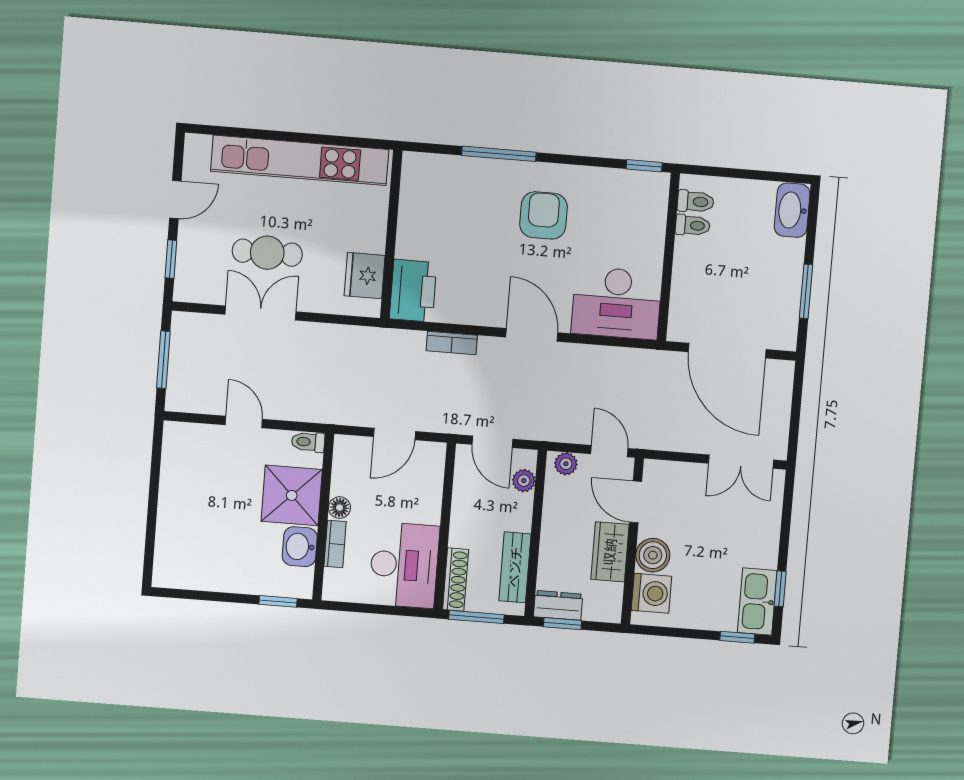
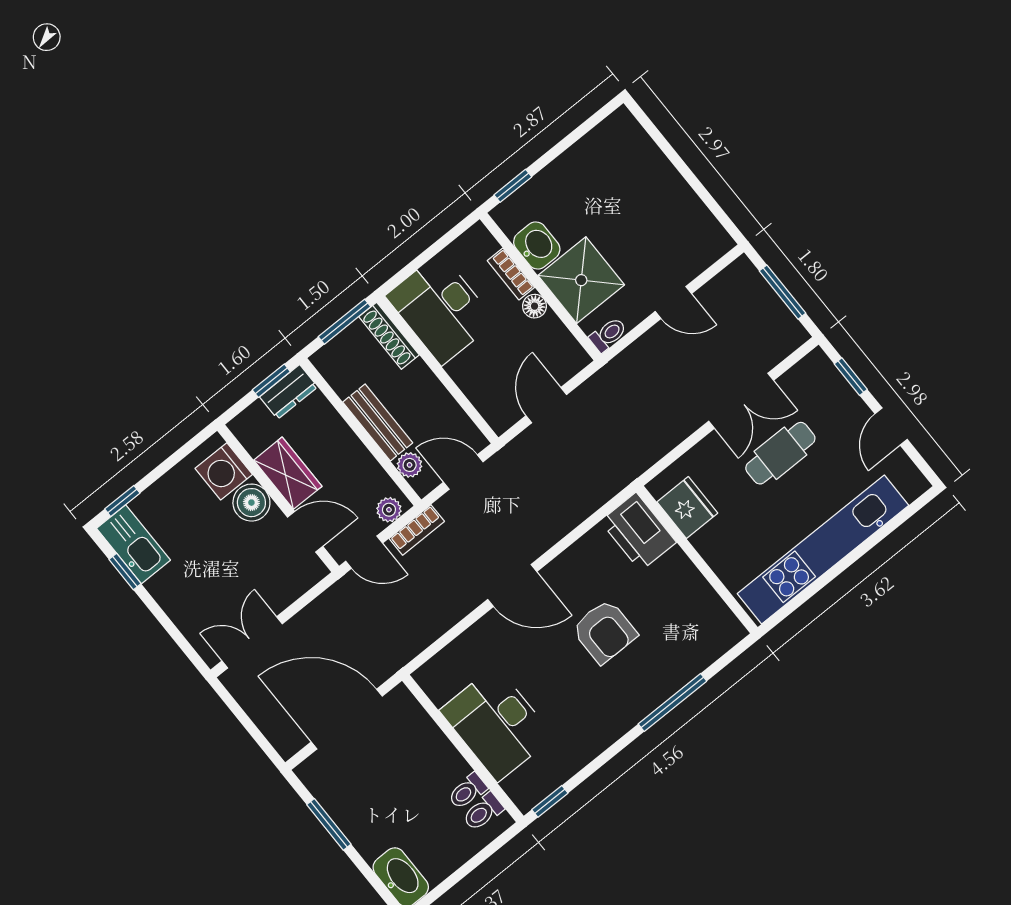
armchair: (543, 215) -> (604, 631), moved
desk: (617, 303) -> (497, 724), moved, turned -90
bookcase: (452, 343) -> (417, 530), moved, turned 180
bench: (515, 567) -> (378, 422), moved

